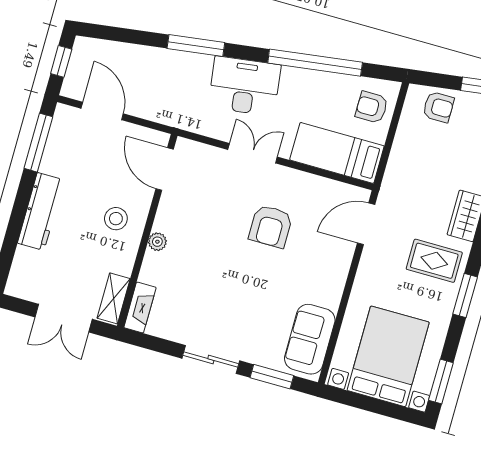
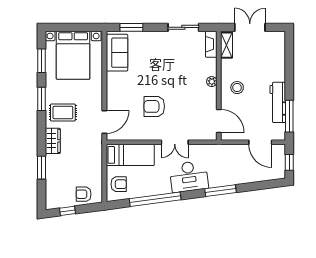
workbench: (41, 211) -> (278, 102), moved
armchair: (271, 226) -> (154, 106), turned -90
sliding door: (211, 359) -> (183, 27), moved
window: (441, 381) -> (42, 61), moved

